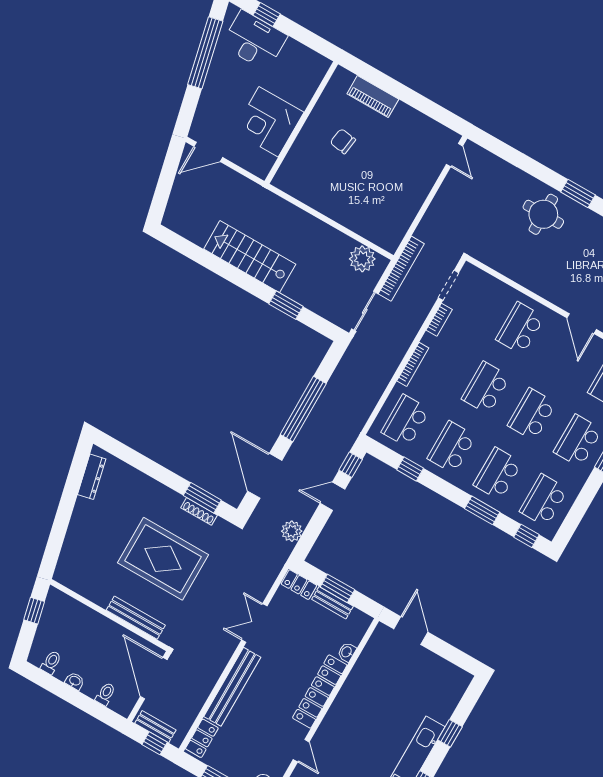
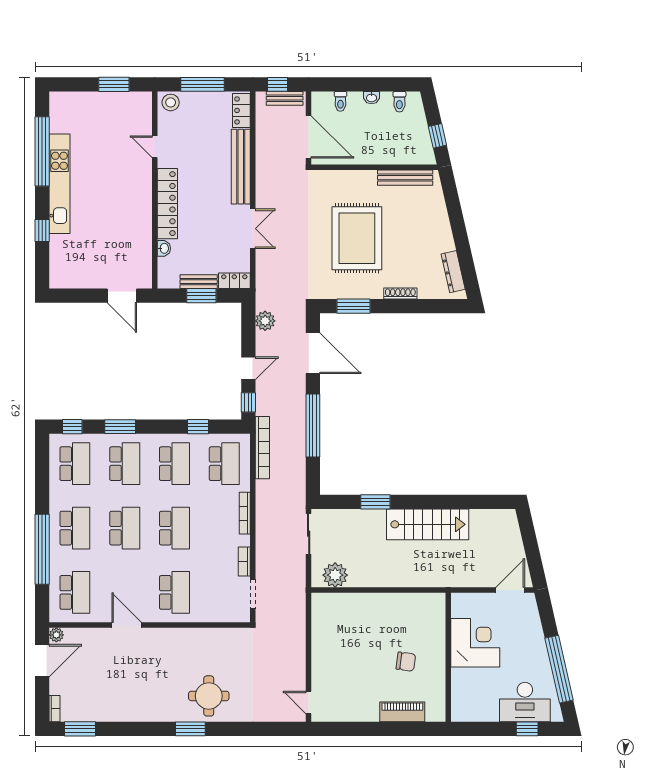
bookcase: (401, 269) -> (262, 448), moved, turned 180
shoe rack: (199, 511) -> (400, 294), moved
rug: (163, 559) -> (357, 238), turned 90
bench: (136, 618) -> (405, 178), moved

